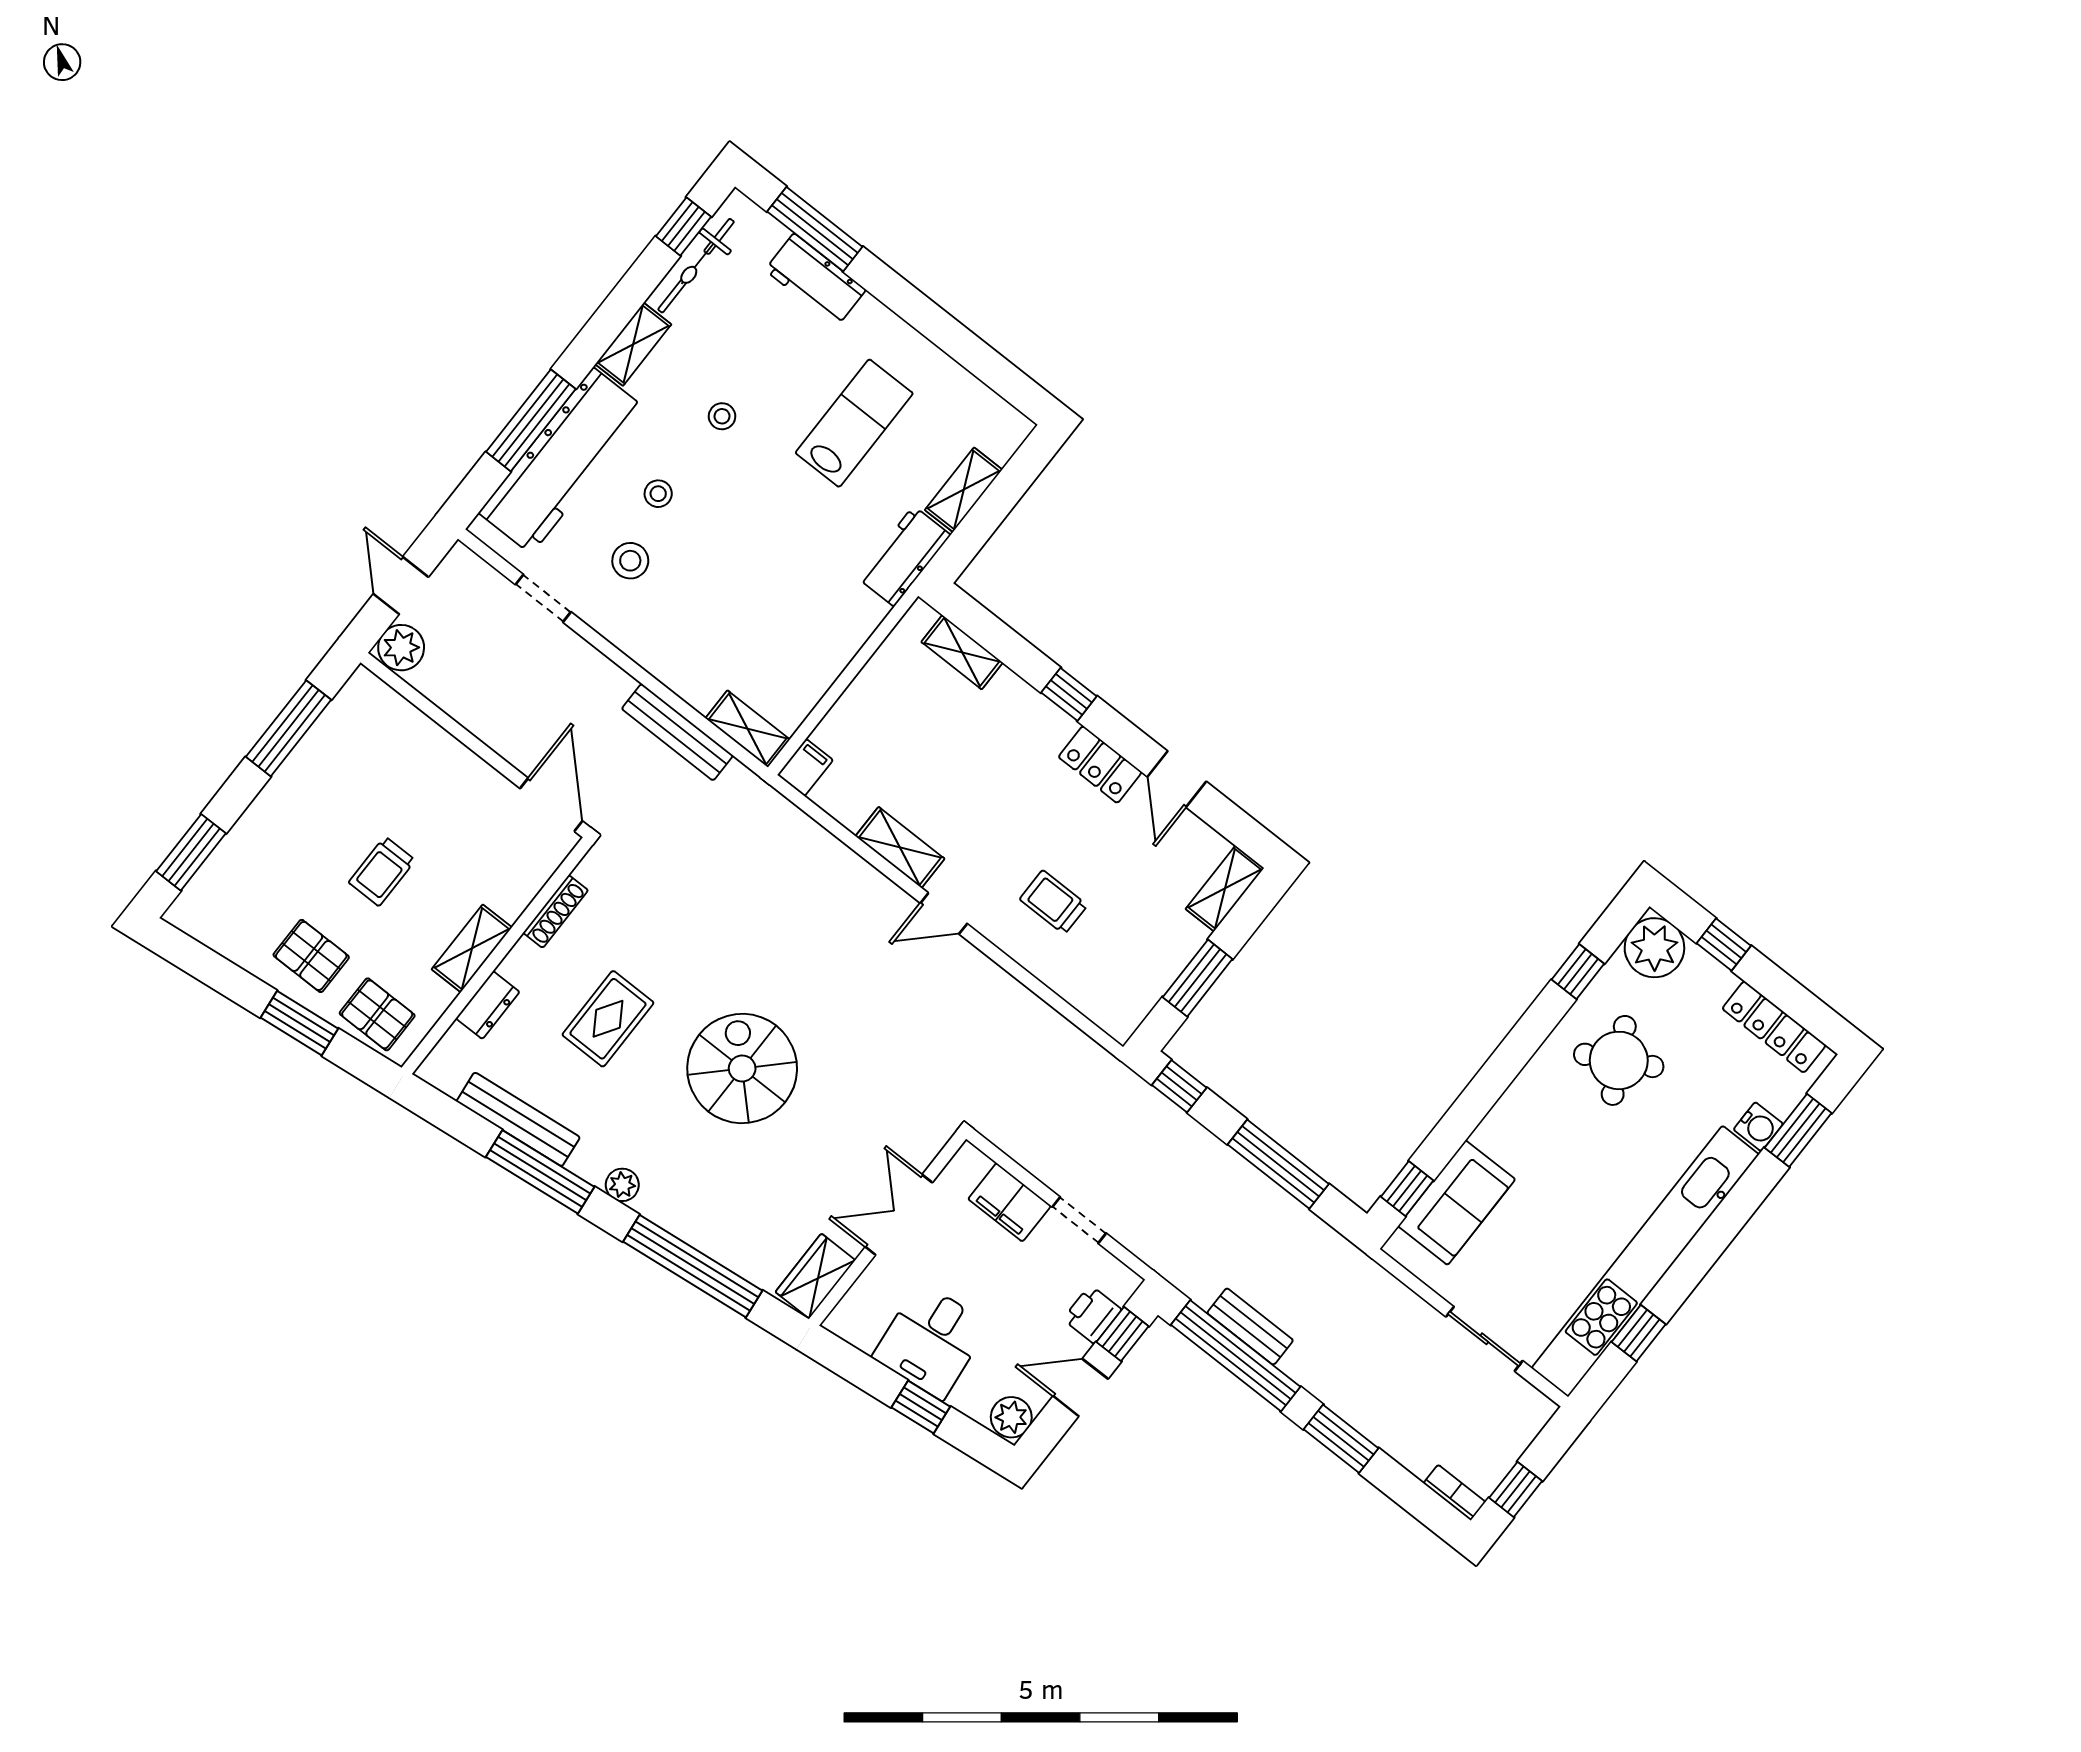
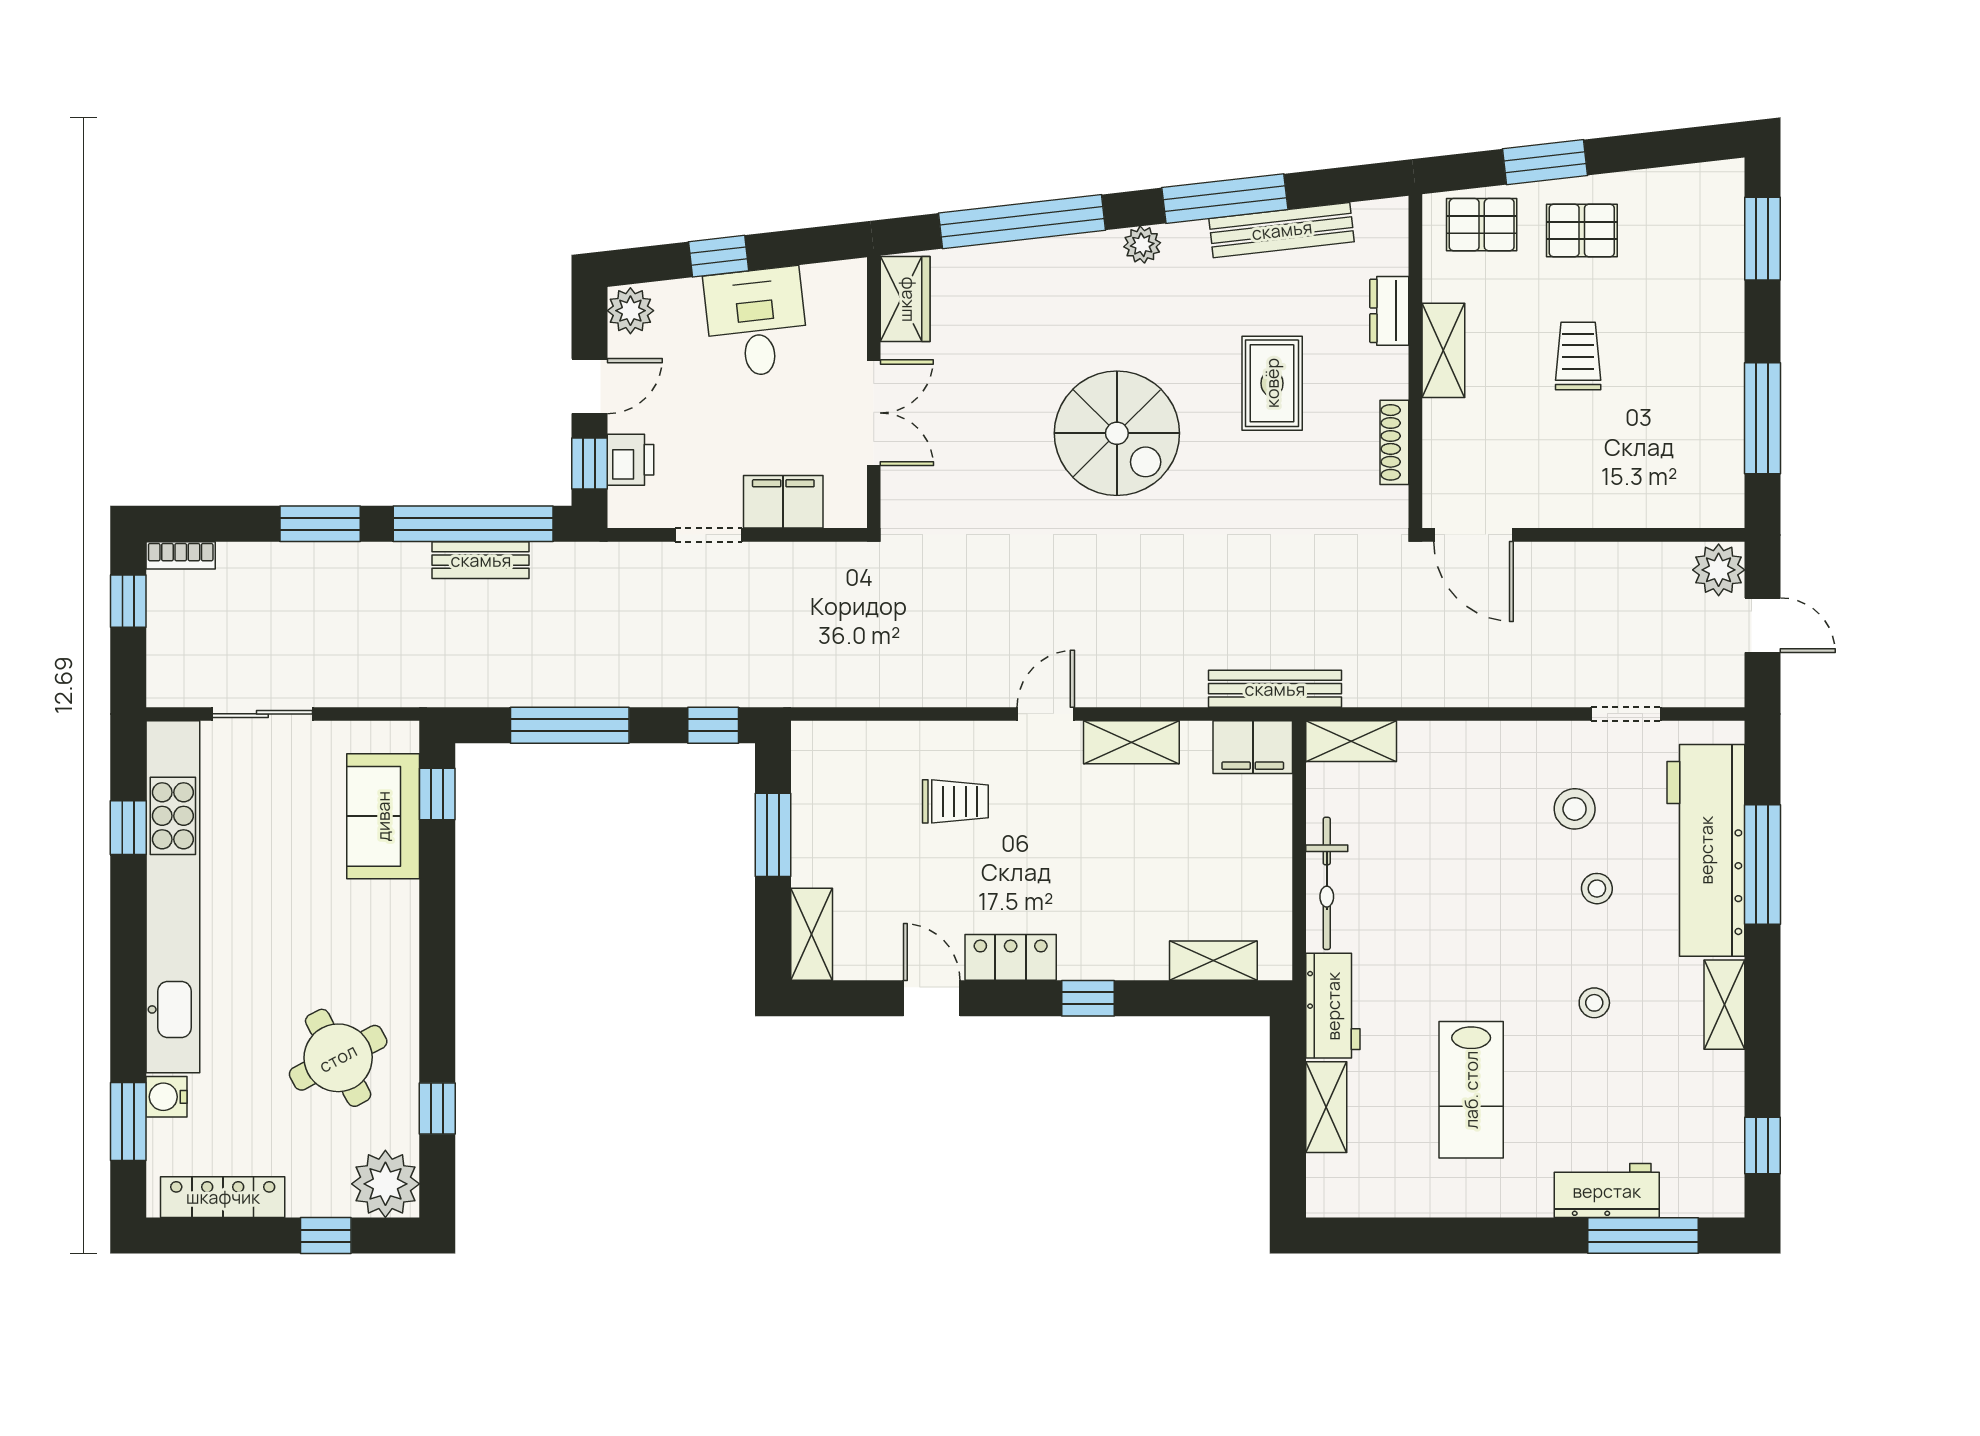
bicycle: (696, 266) -> (1327, 883), moved, turned 180
bench: (677, 732) -> (1275, 689), moved
filing cabinet: (805, 767) -> (1253, 747), width x2.00

